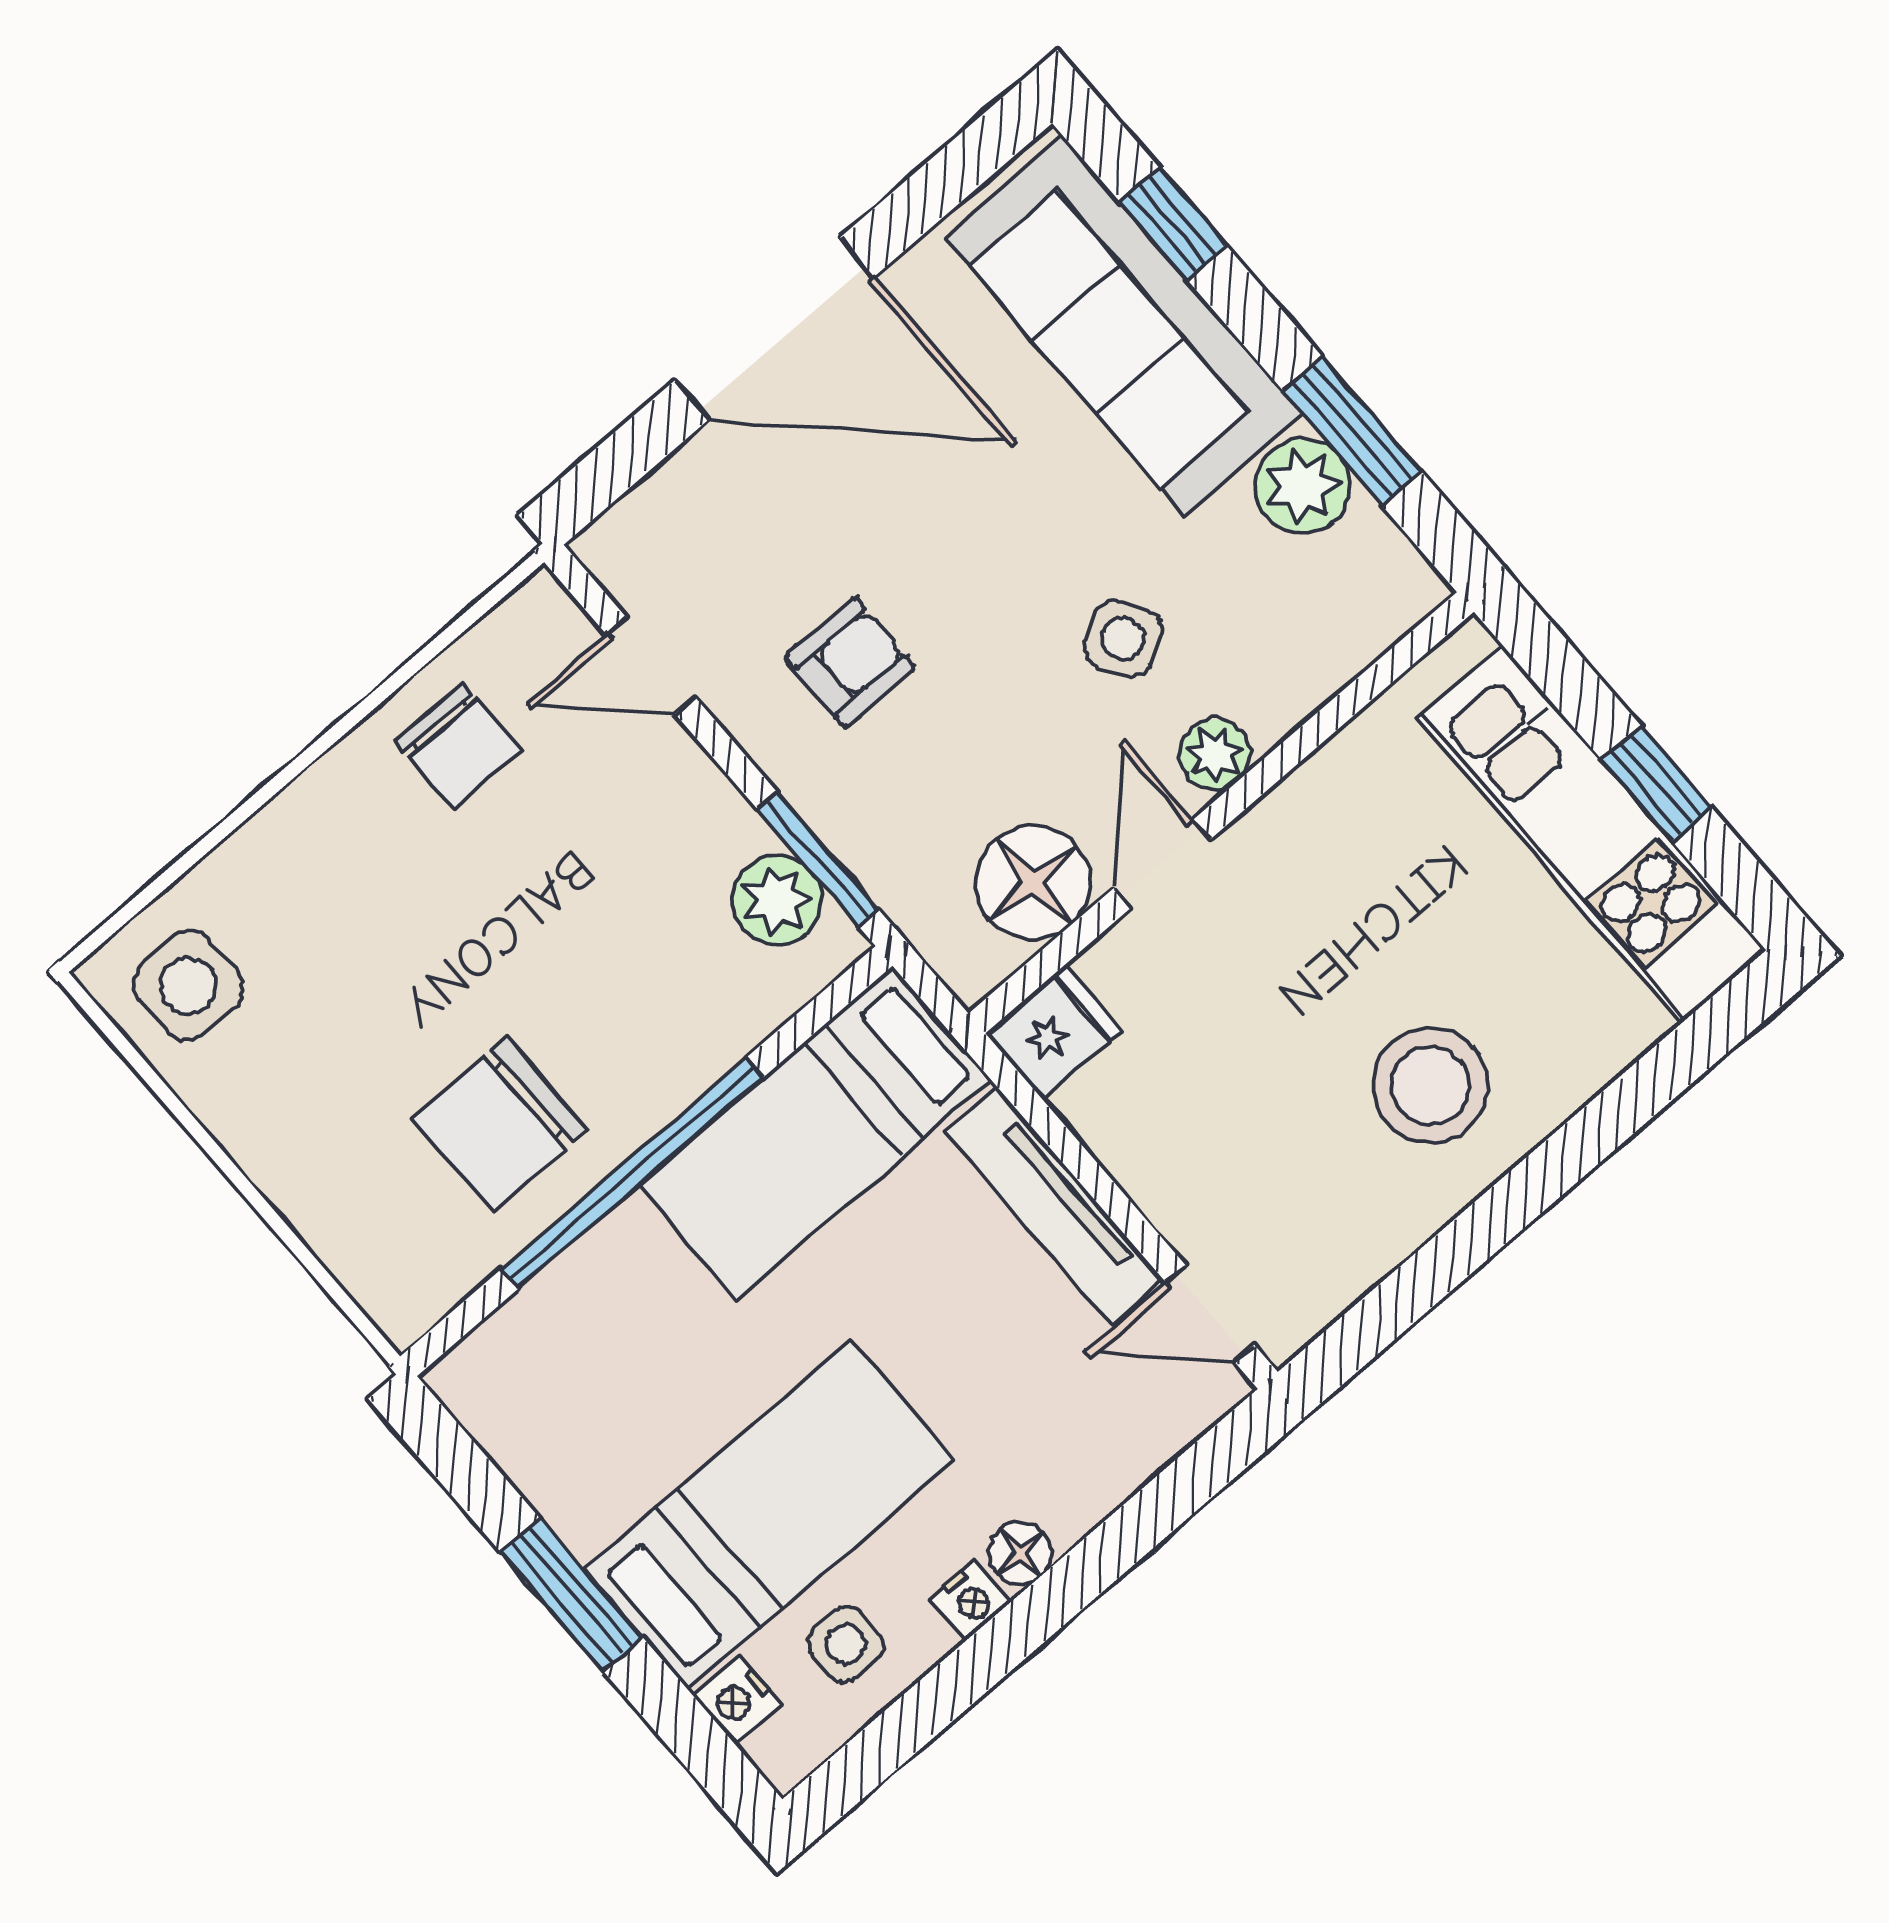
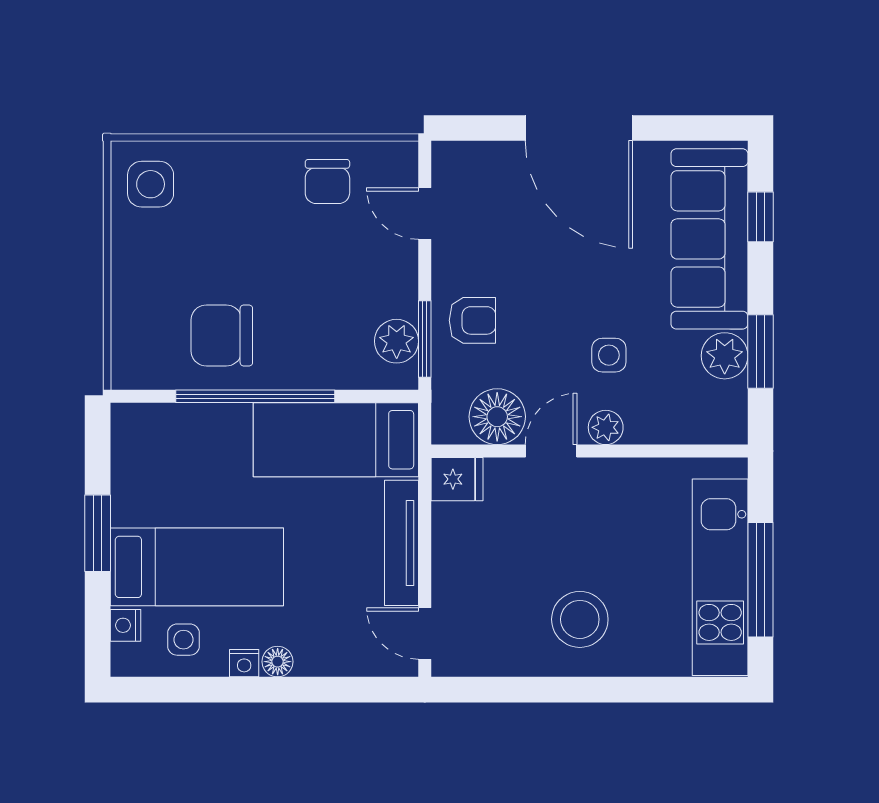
side table: (1123, 639) -> (609, 355), turned 30
armchair: (850, 662) -> (472, 320), moved
window: (1656, 784) -> (761, 580), width x2.17

